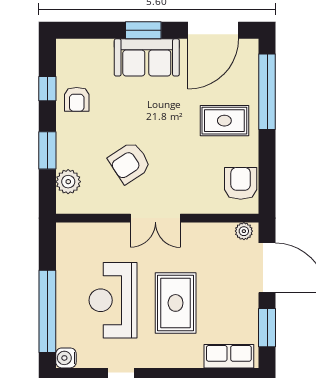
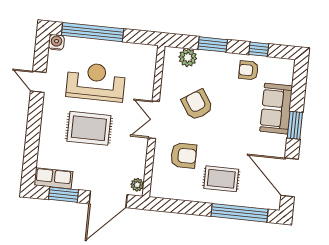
sofa: (147, 57) -> (276, 109), moved
rug: (224, 121) -> (221, 179), turned 90
armchair: (241, 183) -> (184, 156), moved
row of seats: (229, 356) -> (53, 178), moved, turned -90

